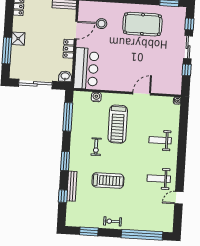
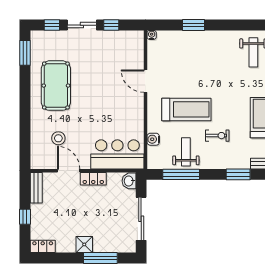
window: (183, 134) -> (194, 25), added
weight bench: (160, 140) -> (186, 152), moved, turned 180

